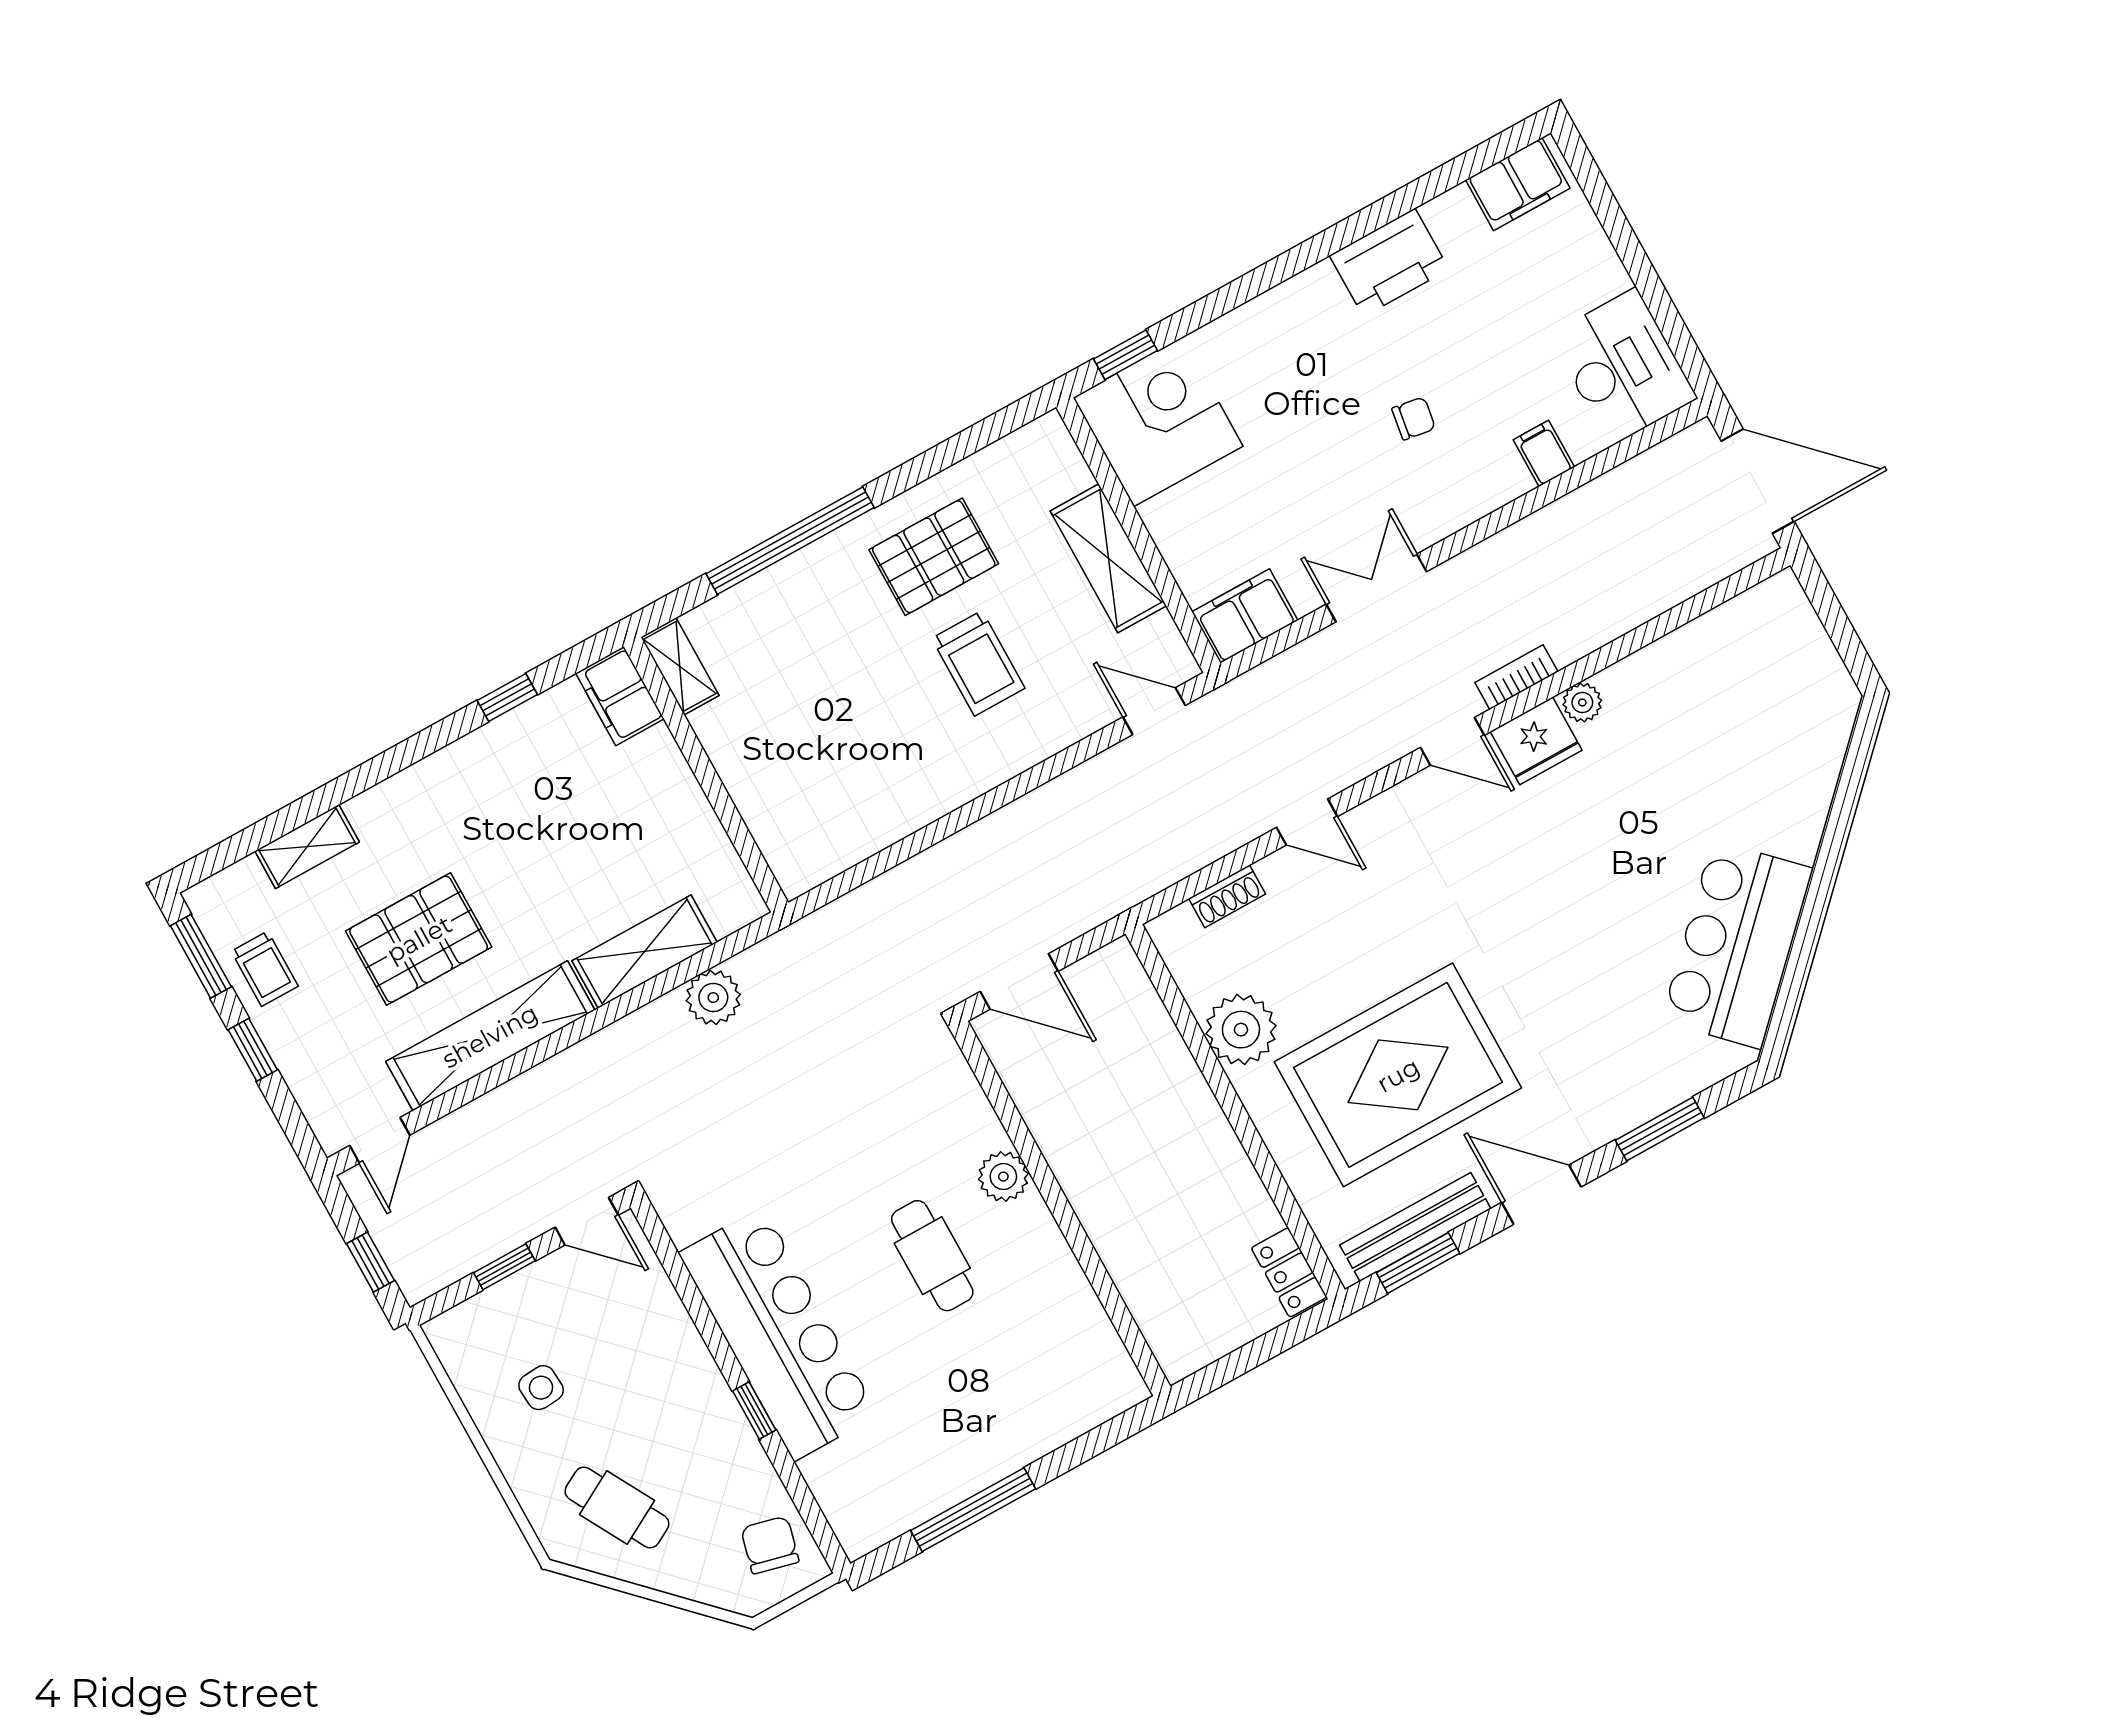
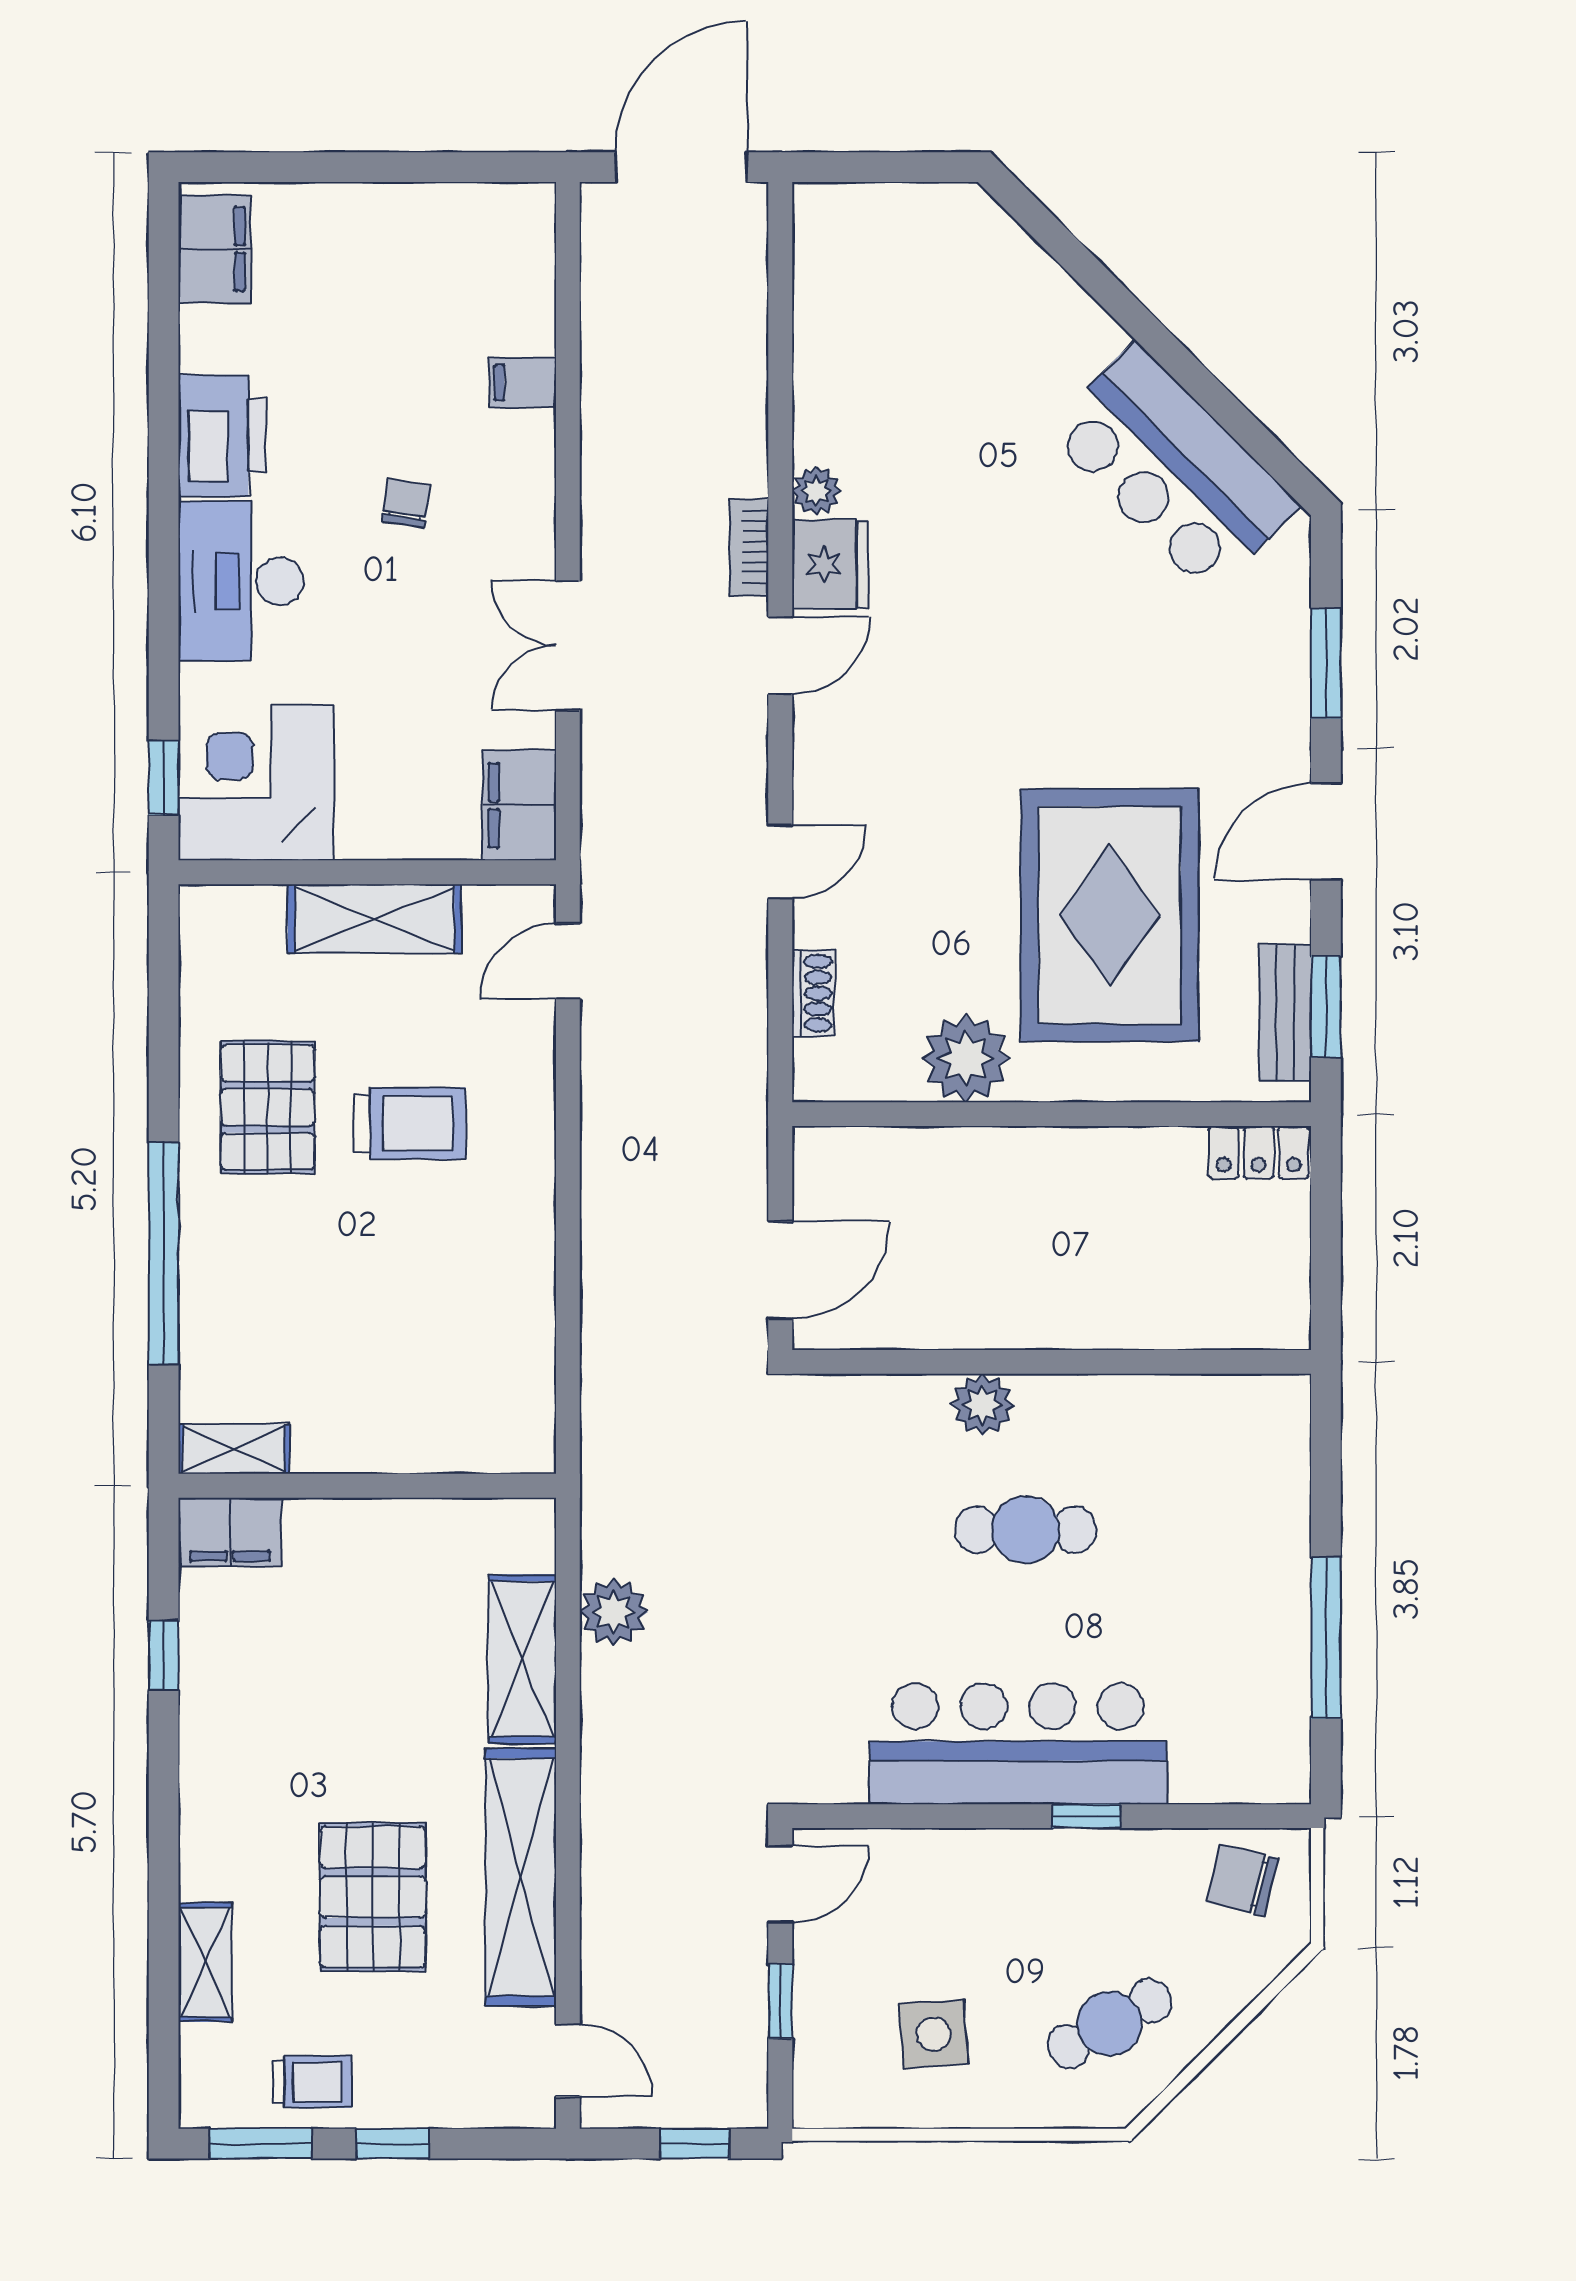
desk: (1623, 367) -> (241, 581), moved, turned -90
bench: (1415, 1227) -> (1285, 1013), width x0.73
side table: (541, 1388) -> (933, 2034), width x1.37, depth x1.37

